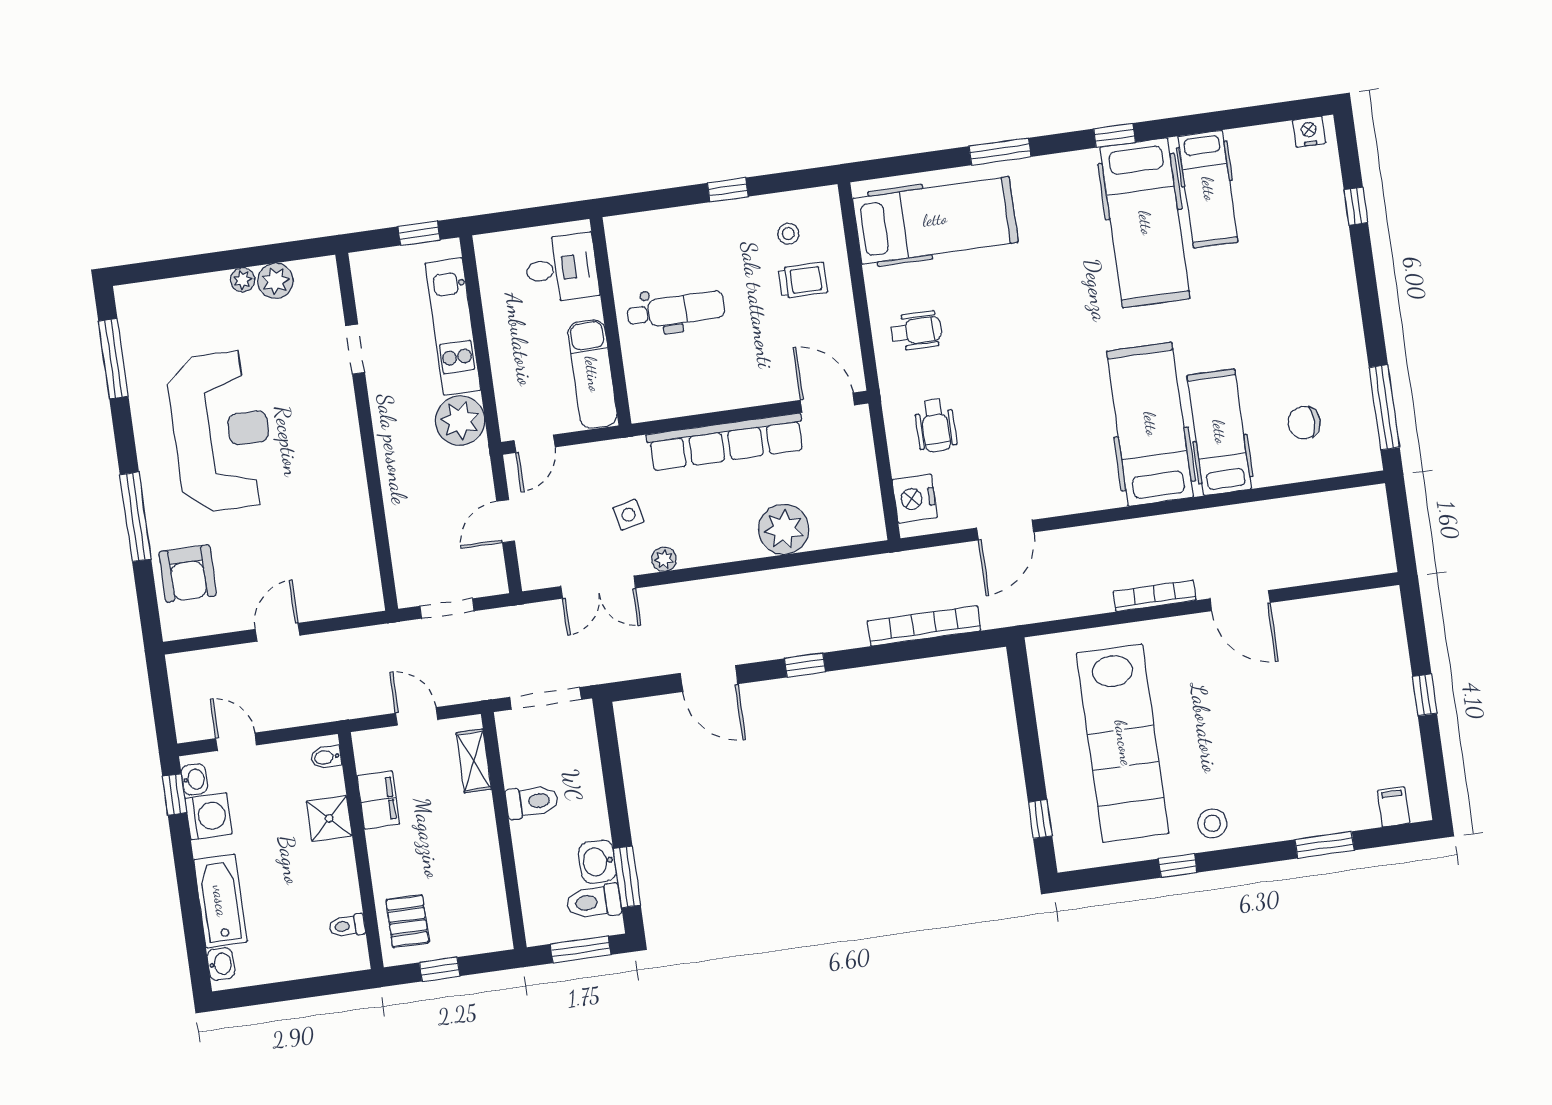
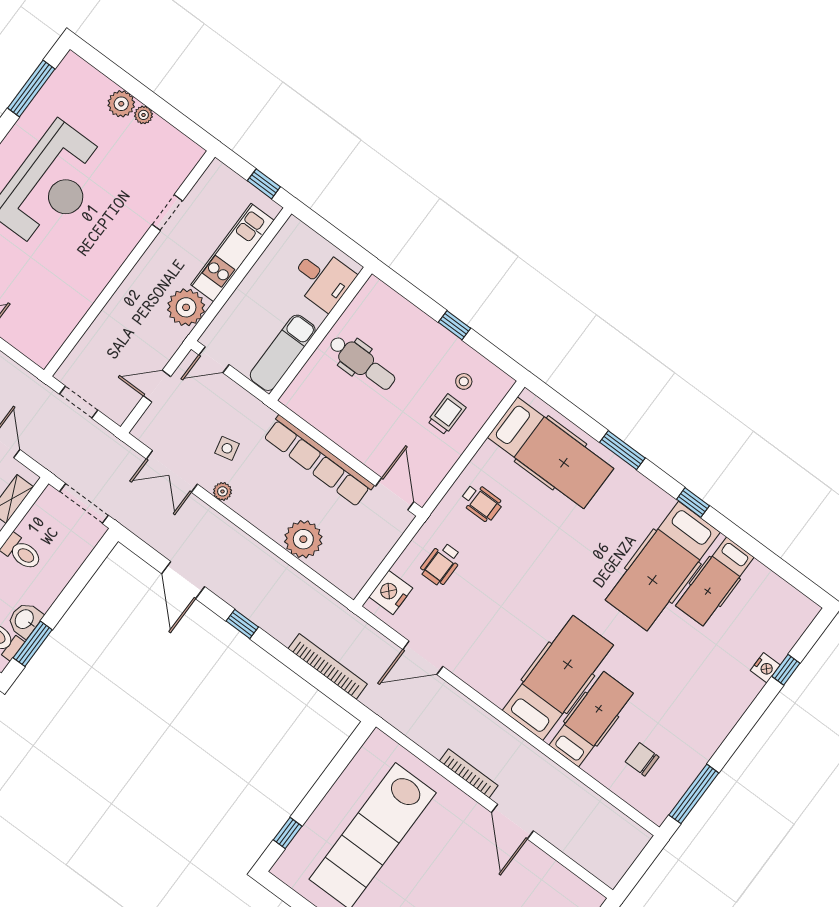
nightstand: (1309, 132) -> (765, 668), moved, turned 90
trolley: (803, 280) -> (447, 414), turned -90
plant: (275, 281) -> (121, 104), moved

